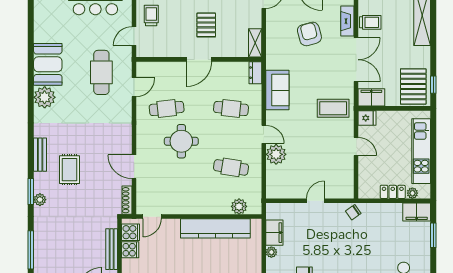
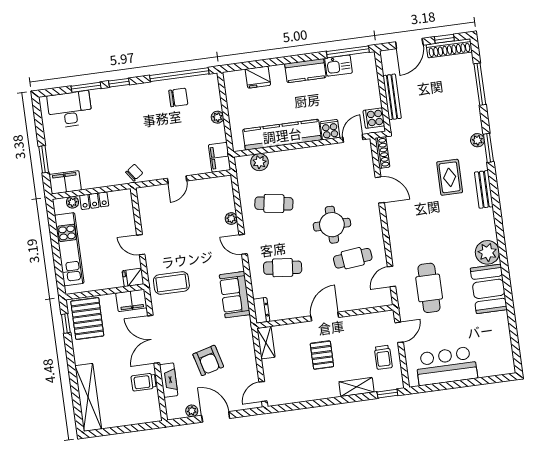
plant: (276, 154) -> (231, 219), width x0.53, depth x0.53
filing cabinet: (274, 233) -> (220, 157), moved
cooker: (130, 250) -> (330, 130), moved, turned 90

